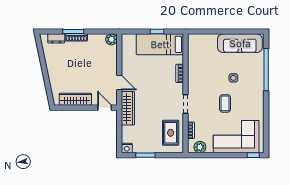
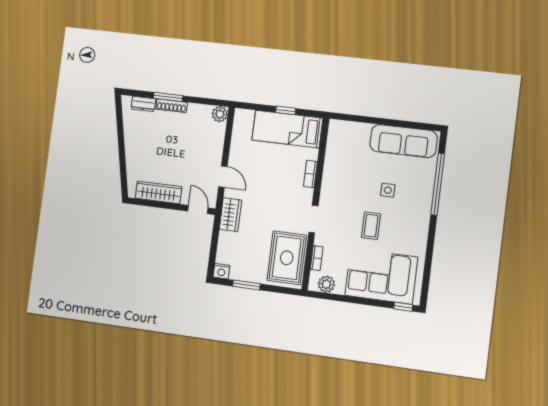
wardrobe: (128, 108) -> (230, 215), width x0.67
rug: (171, 133) -> (287, 258), width x1.36, depth x1.43

